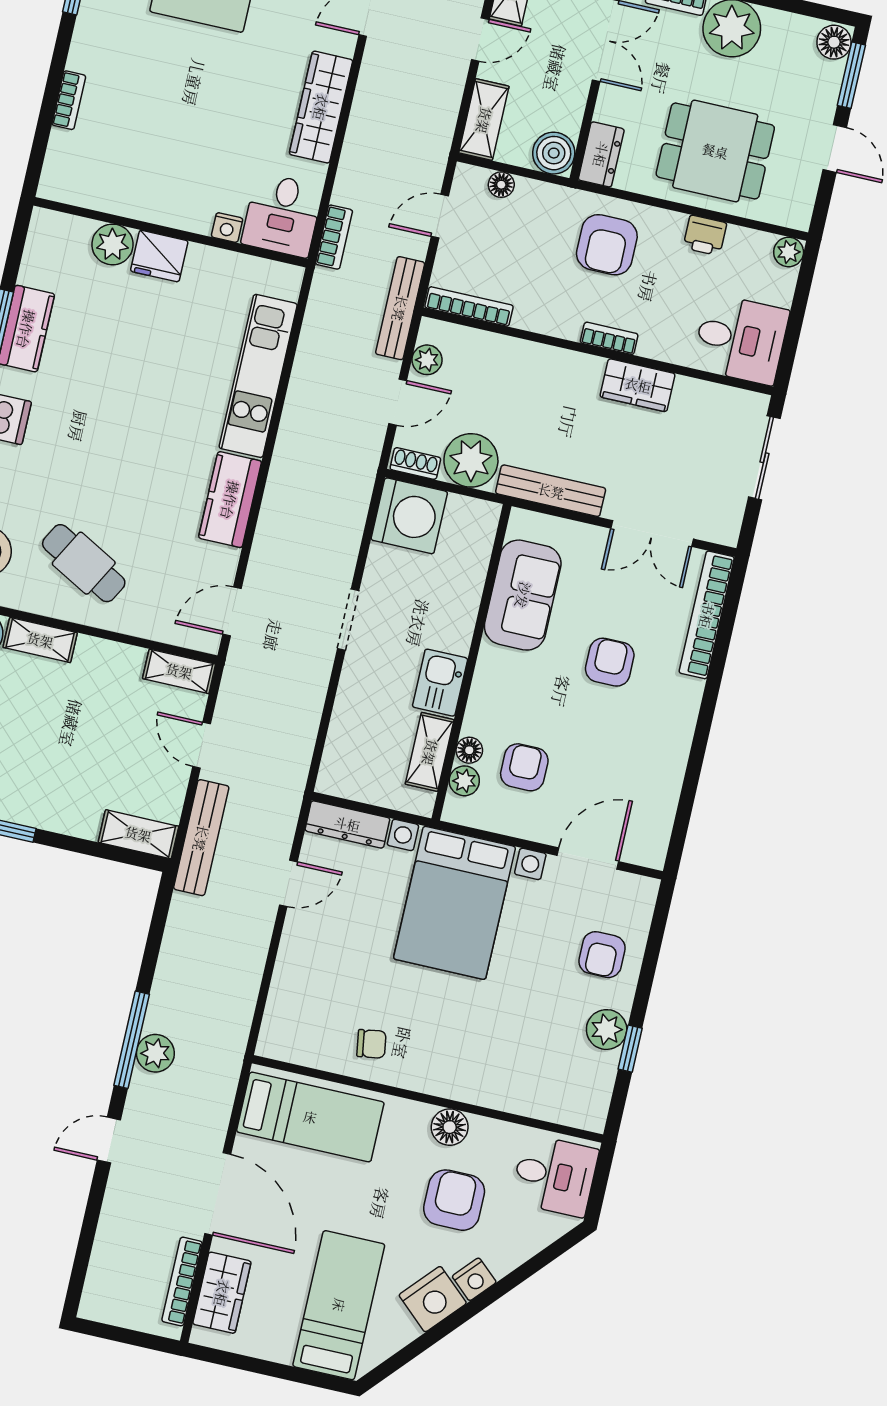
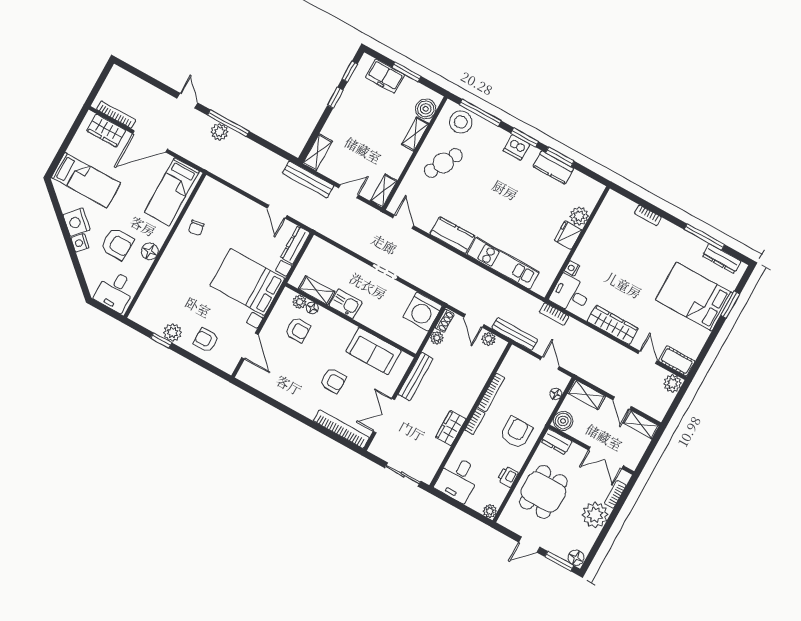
armchair: (607, 245) -> (516, 433), turned 90
bookcase: (469, 306) -> (491, 392), moved
plant: (471, 460) -> (437, 338), width x0.53, depth x0.53

